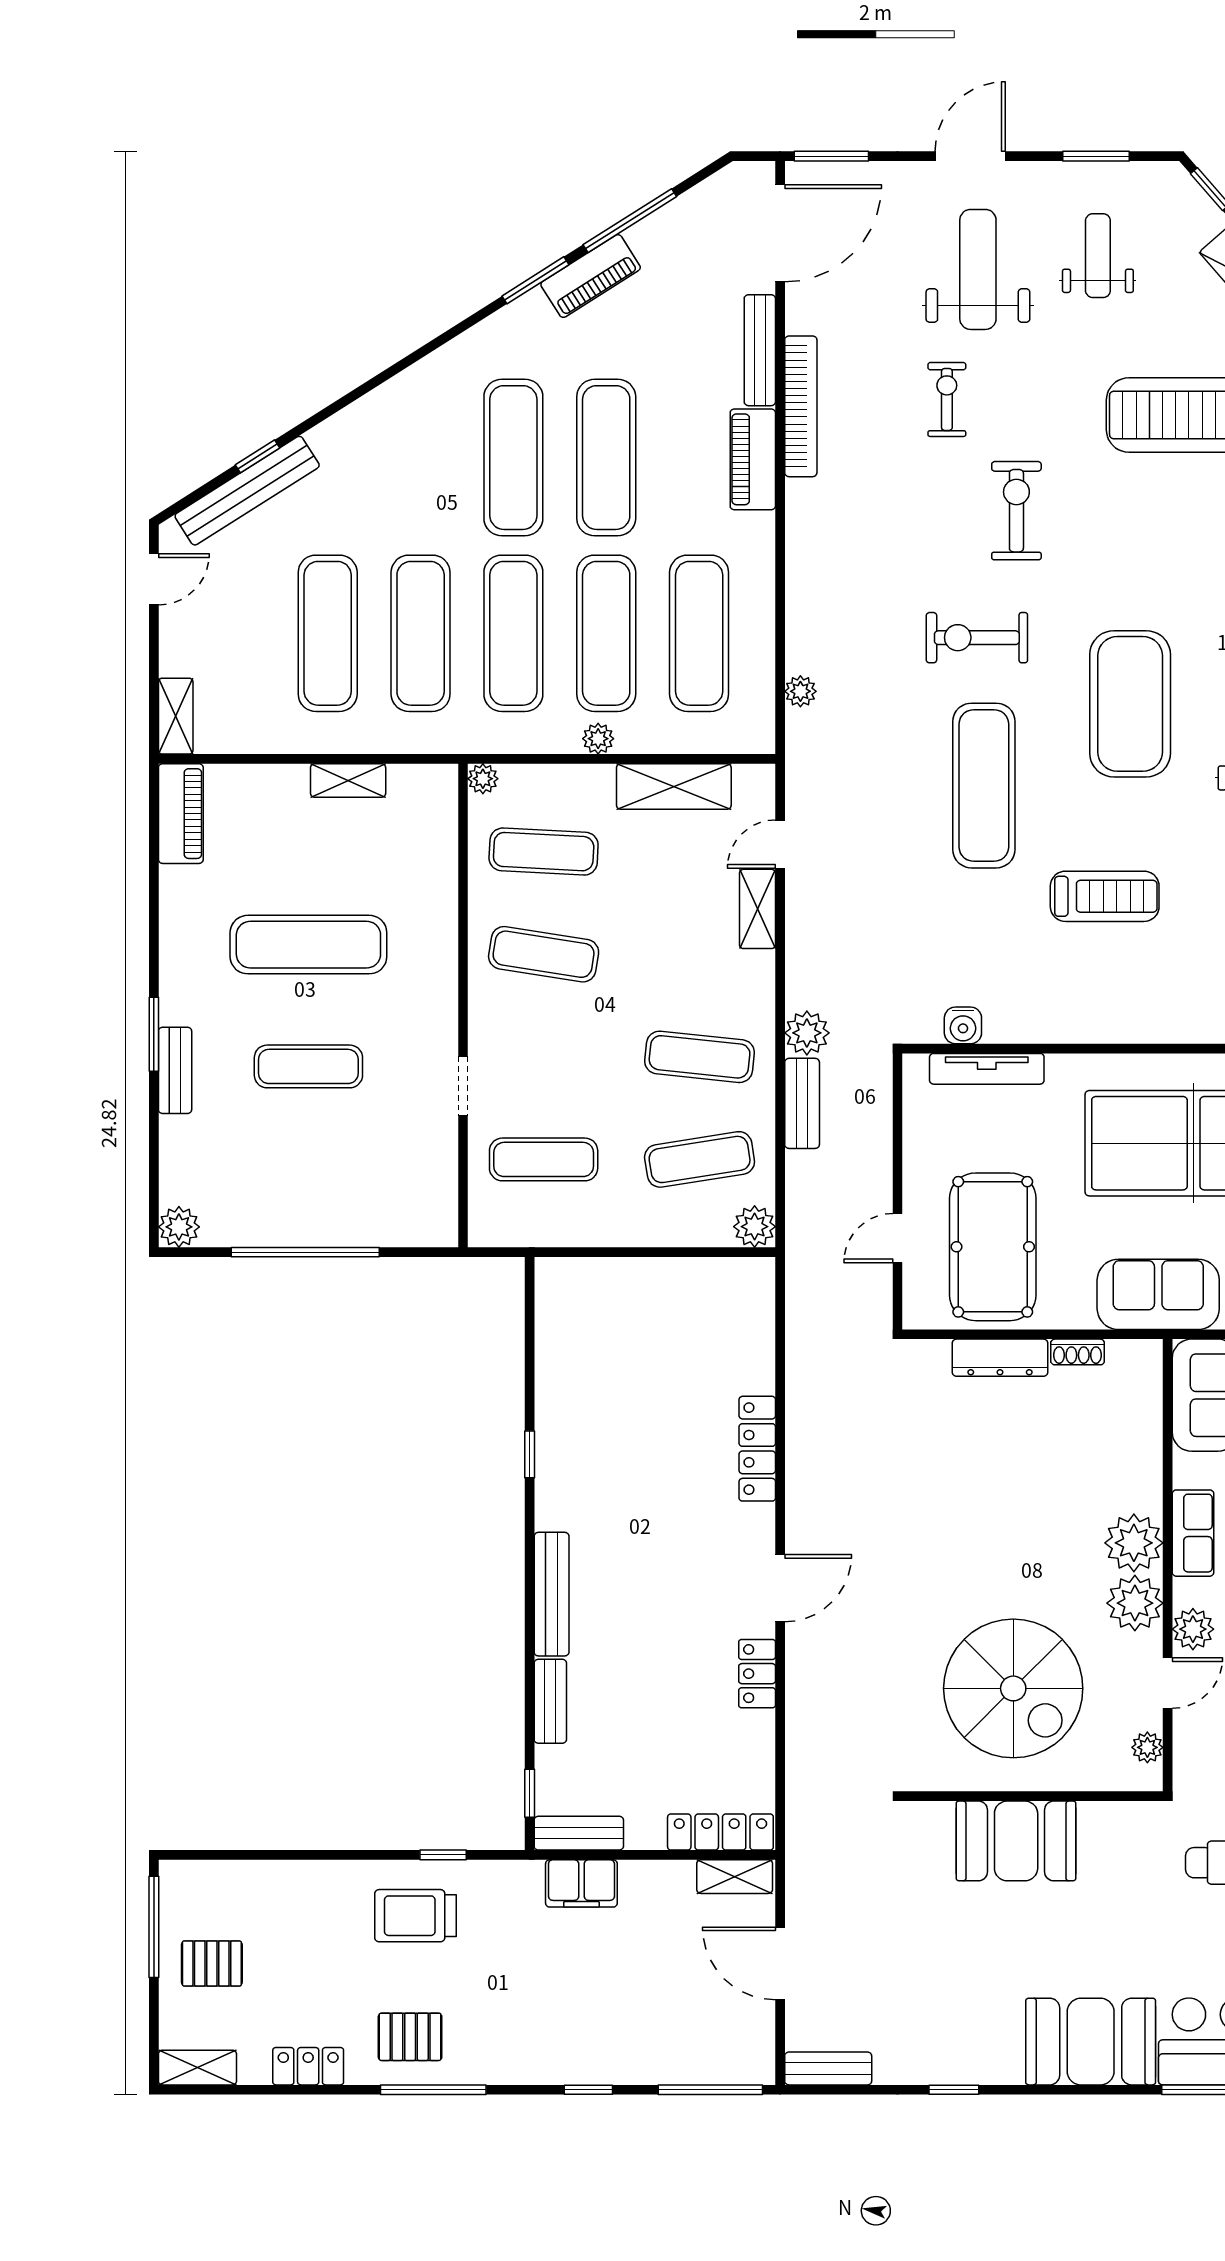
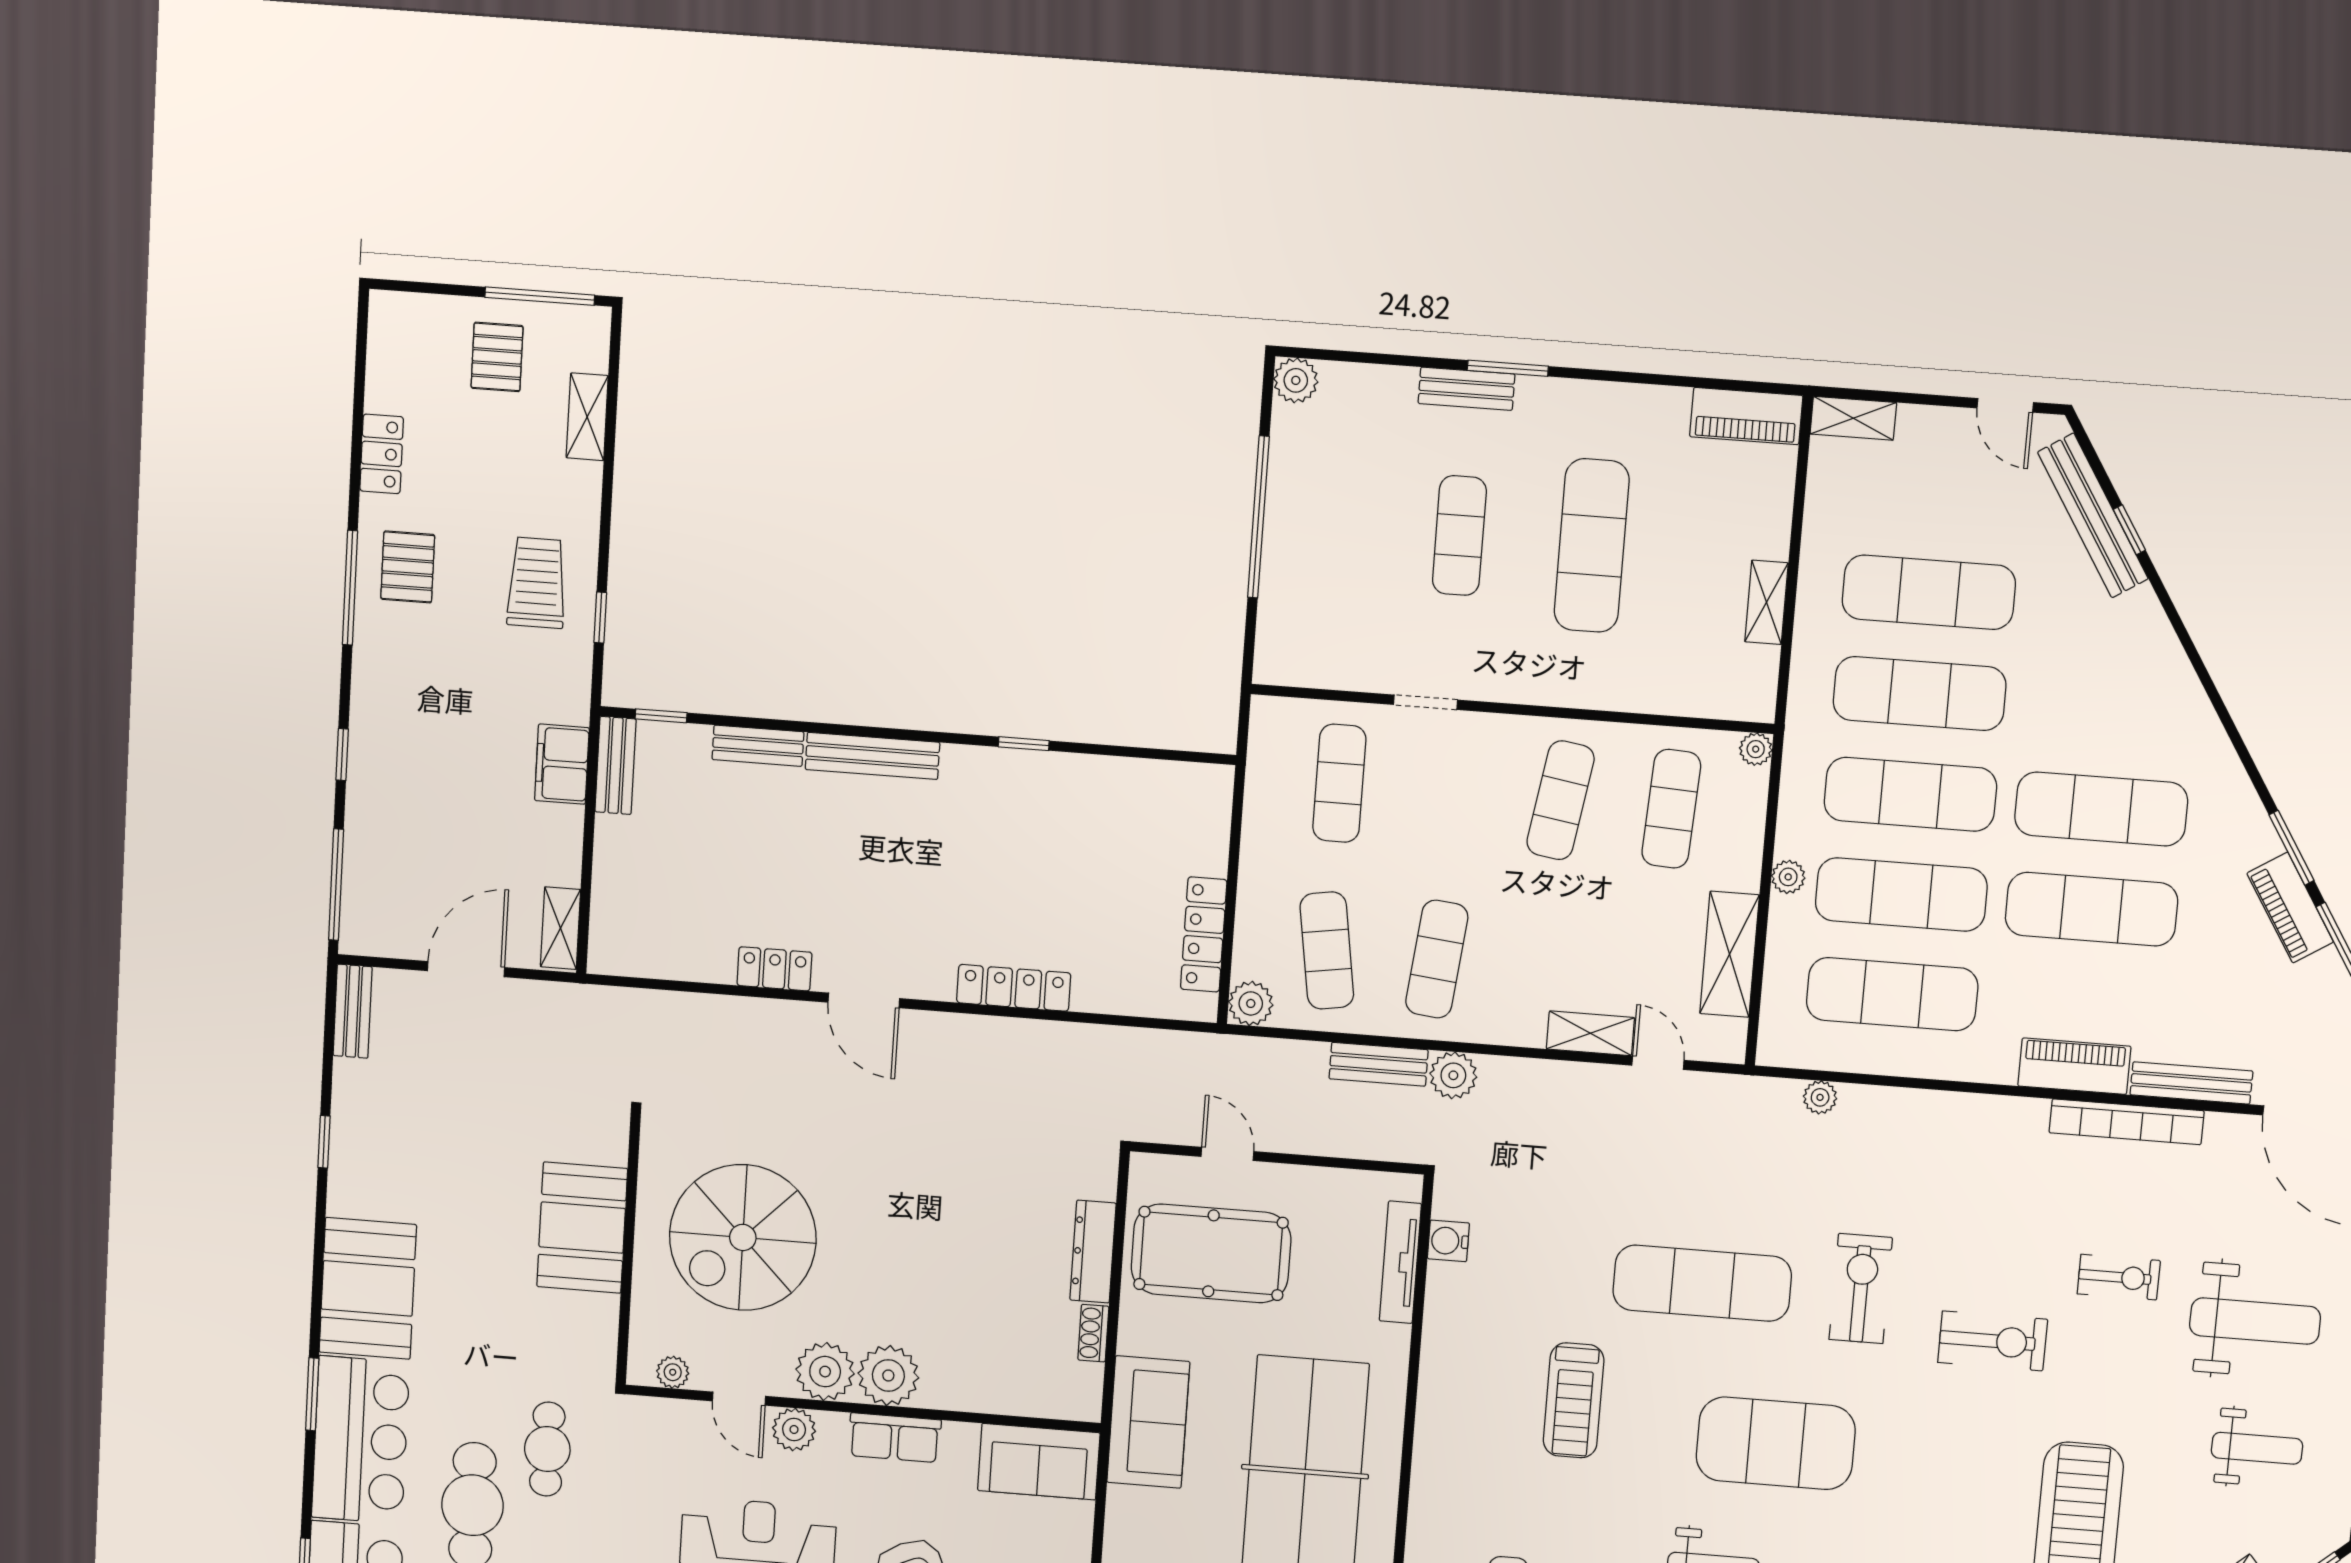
locker: (720, 1832) -> (1204, 934), moved, turned 180
shelving: (197, 2068) -> (587, 417), moved

